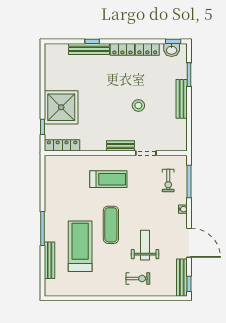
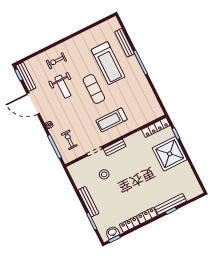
stool: (138, 106) -> (104, 174), moved

